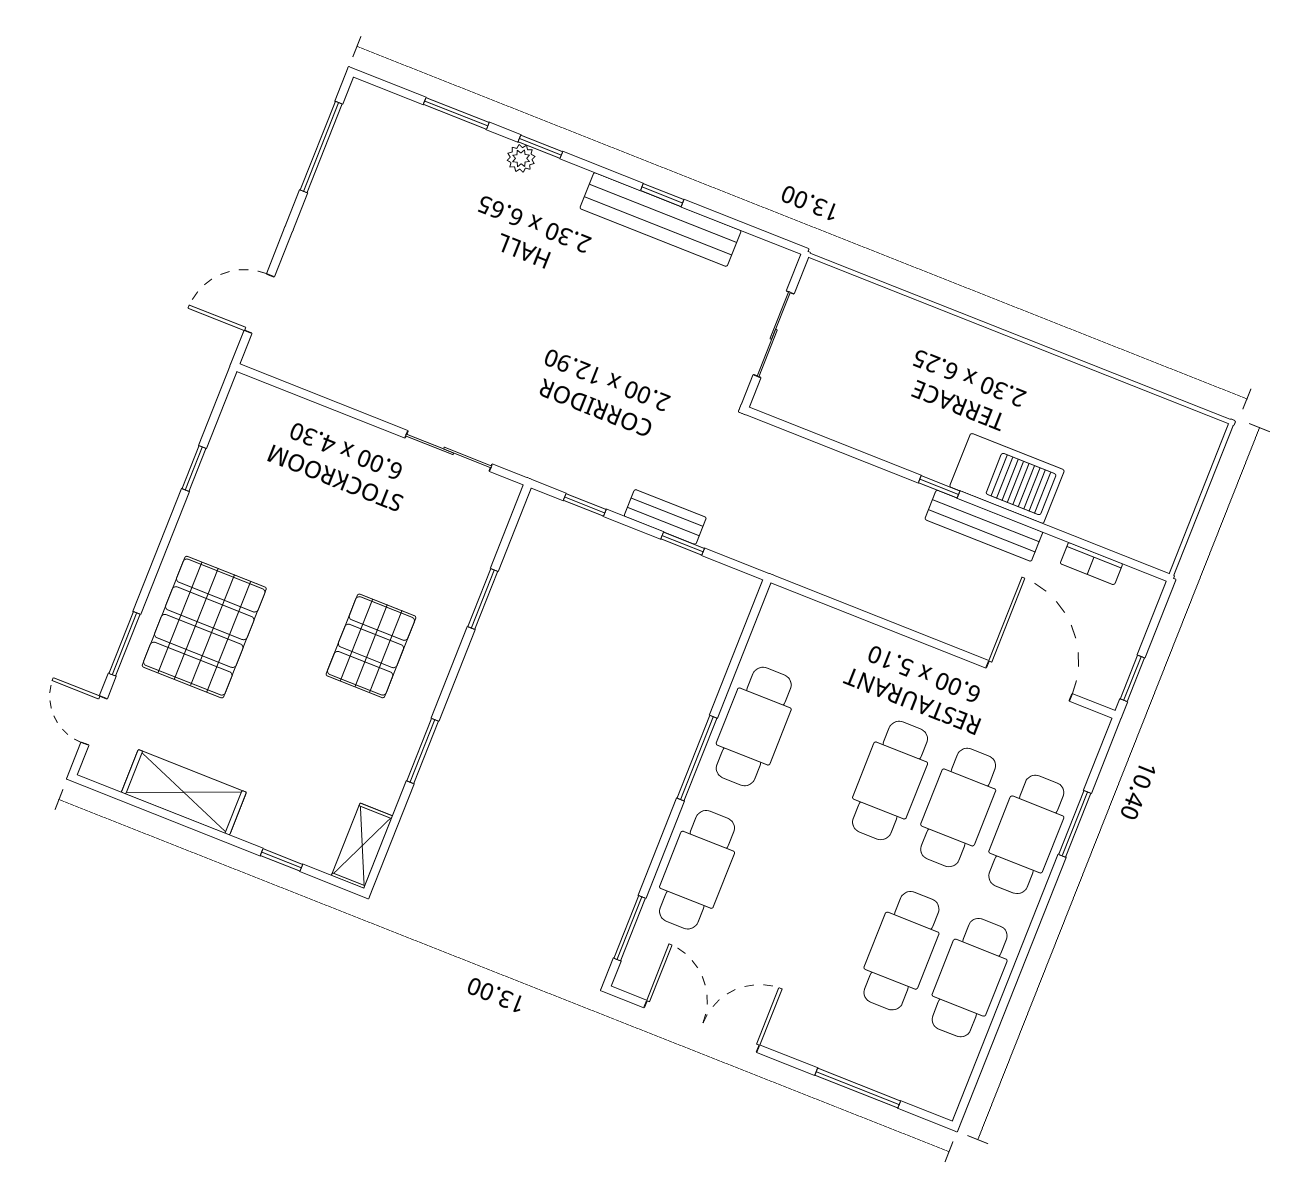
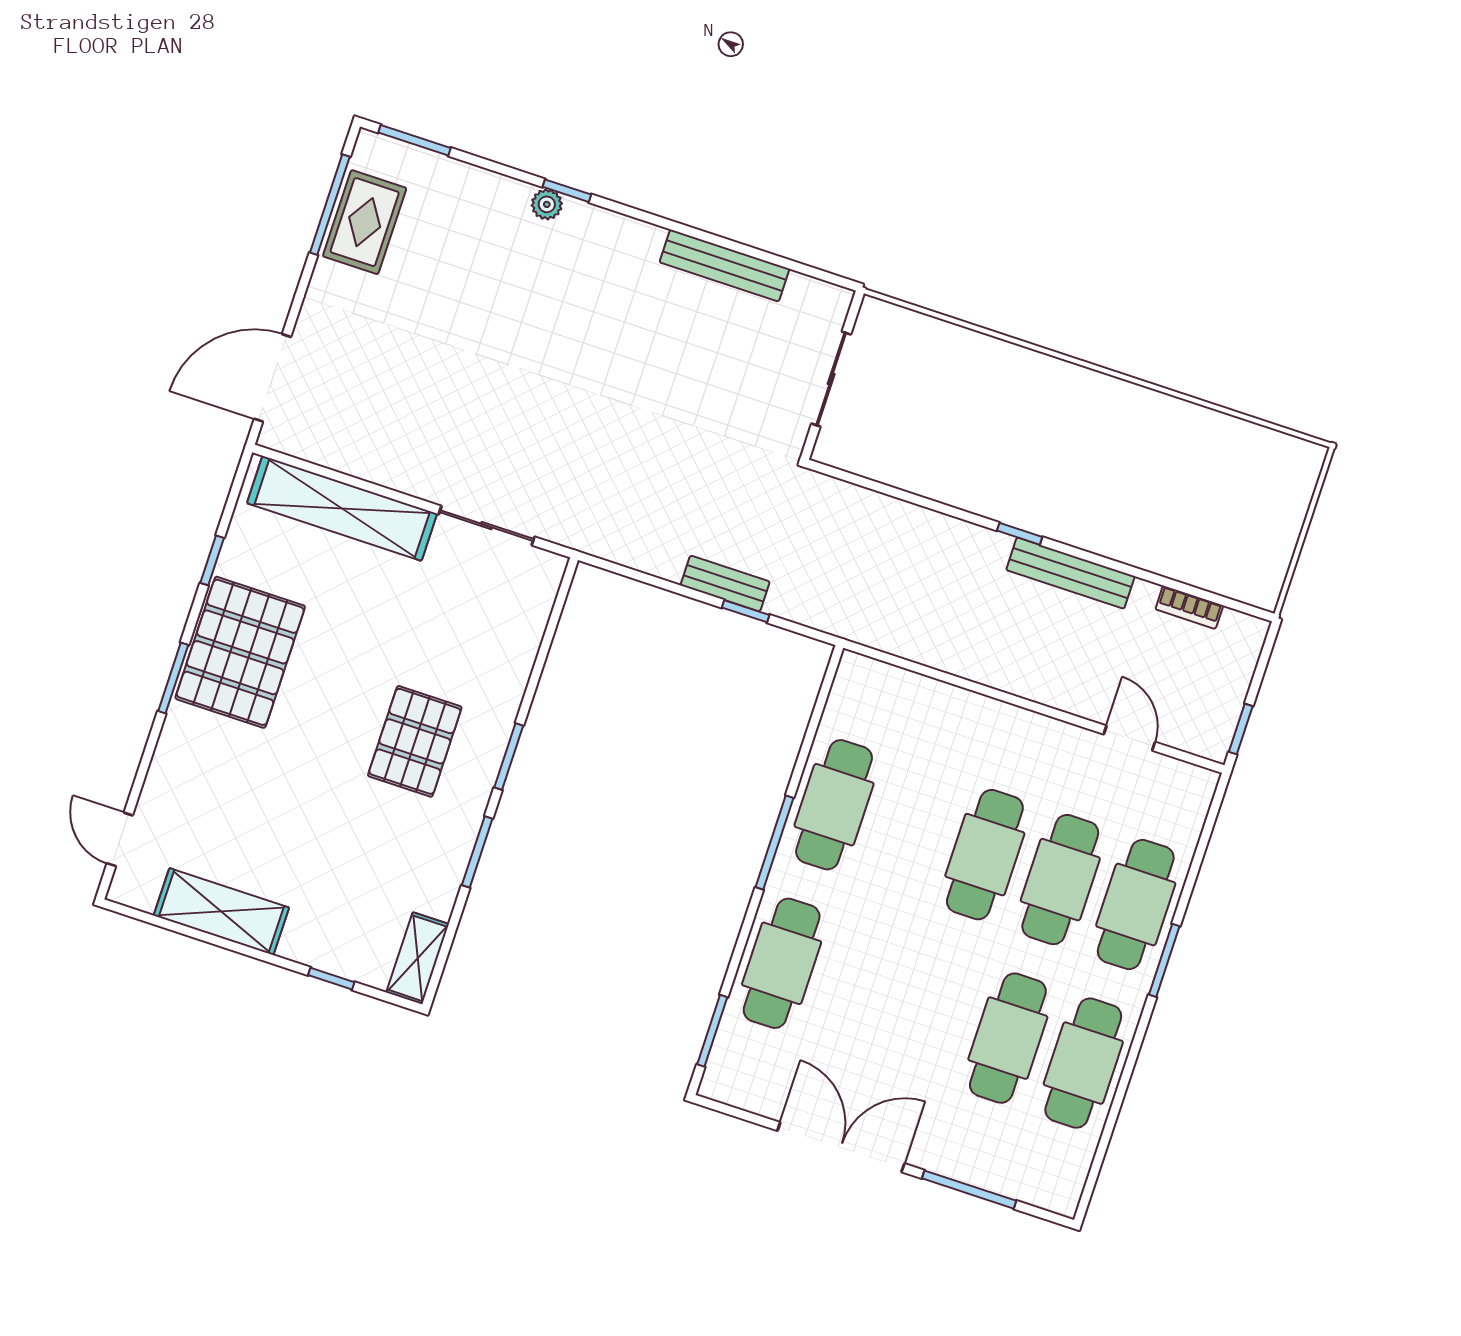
window: (456, 113) -> (415, 140), moved
rug: (352, 165) -> (365, 222), added
window: (662, 195) -> (702, 235), removed
bench: (660, 219) -> (724, 265), width x0.73, depth x0.82
door: (259, 304) -> (272, 378), width x1.36
shelving: (316, 427) -> (342, 508), added
barbecue: (1007, 478) -> (1093, 520), removed
window: (585, 505) -> (637, 575), removed
window: (483, 599) -> (509, 756), moved
pallet: (204, 627) -> (240, 652), moved
window: (125, 644) -> (173, 678), moved
door: (1029, 681) -> (1129, 738), width x0.53
window: (1075, 824) -> (1164, 960), moved
double door: (702, 1026) -> (841, 1147), moved

